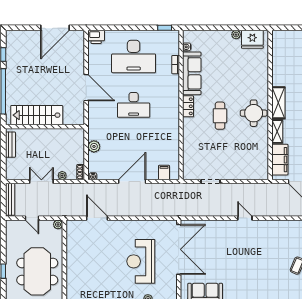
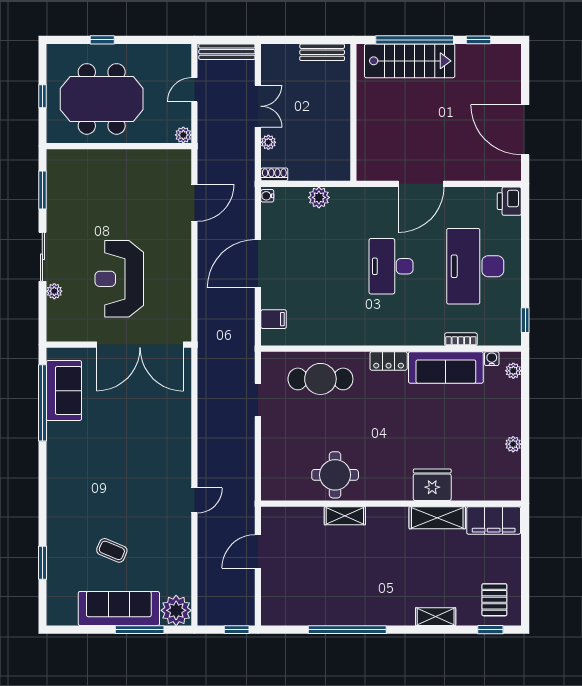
plant: (194, 35) -> (513, 371), added
fridge: (252, 39) -> (432, 485), moved, turned 90
shelving: (278, 103) -> (437, 518), moved
round table: (254, 113) -> (335, 475), moved
stairs: (37, 115) -> (410, 61), moved, turned 90
cafe table: (220, 116) -> (320, 379), moved, width x1.37, depth x1.35
filing cabinet: (280, 160) -> (494, 520), moved
door: (132, 182) -> (258, 264), swing flipped
door: (245, 218) -> (194, 500), moved
reception desk: (141, 261) -> (119, 279), turned -90

